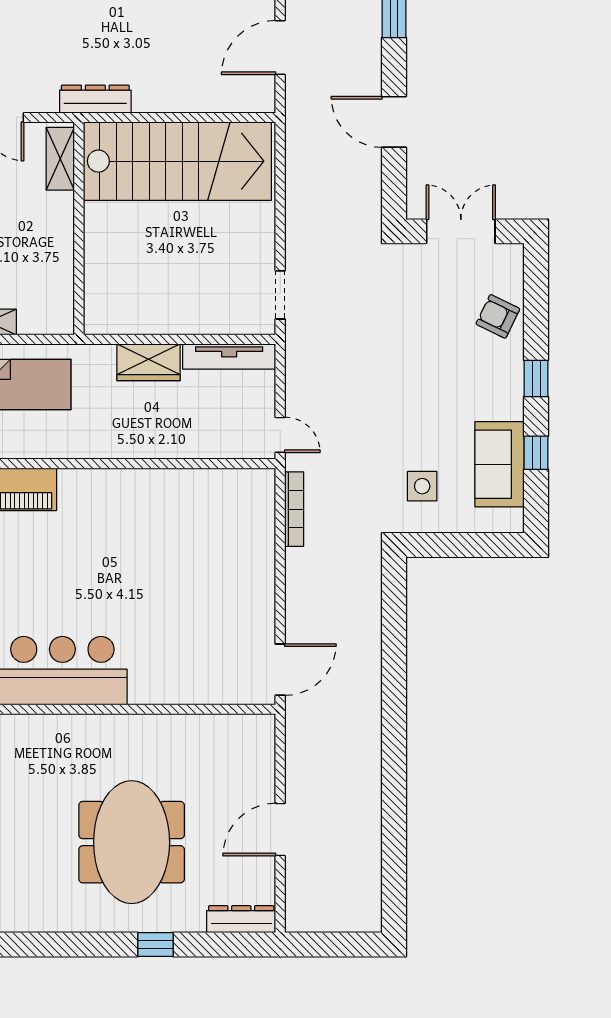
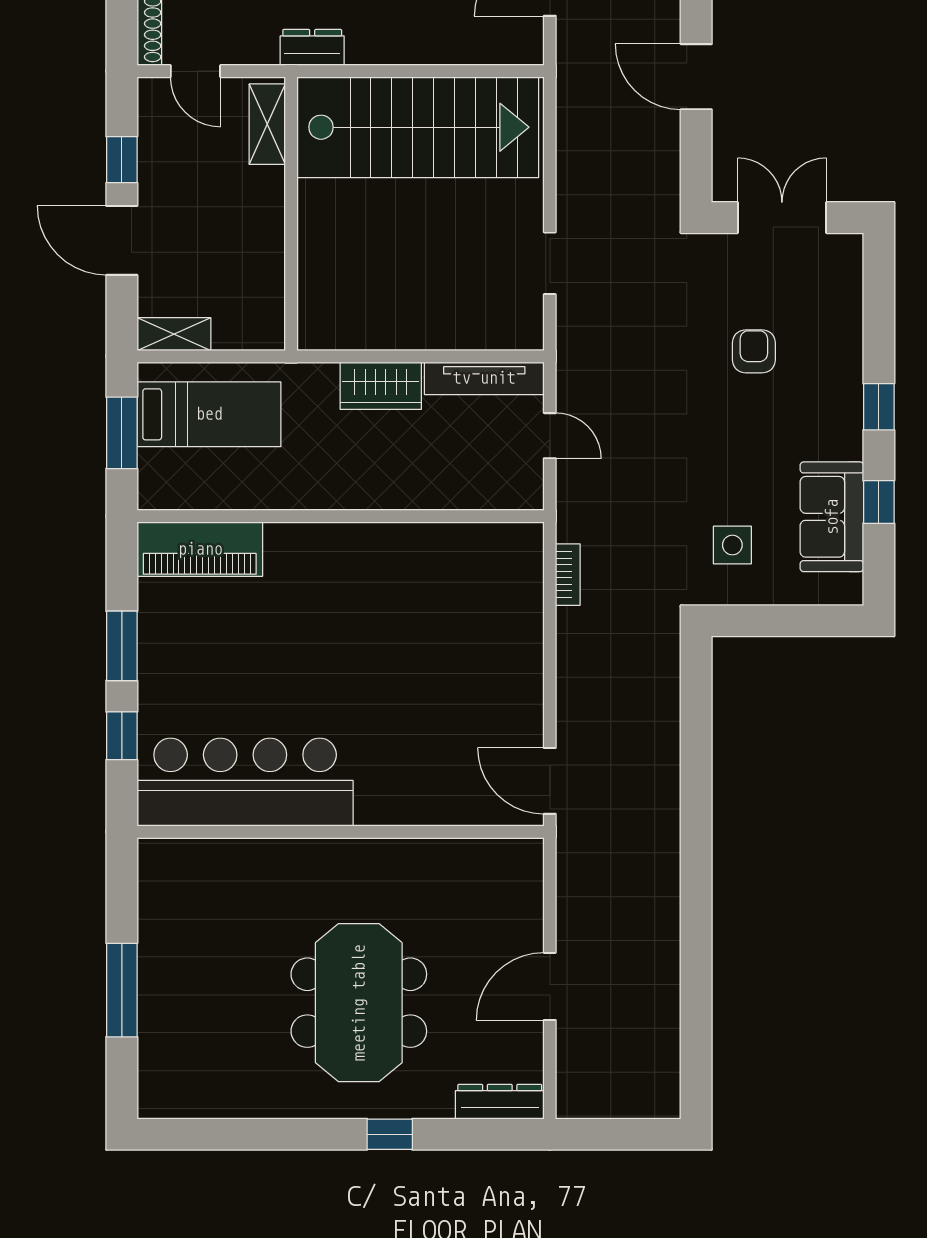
dresser: (95, 99) -> (312, 47), width x0.70
doorway: (280, 295) -> (550, 263), moved
armchair: (498, 316) -> (754, 351), moved, turned 64
door: (280, 435) -> (550, 436), moved
bookcase: (294, 509) -> (568, 575), width x0.64
door: (280, 670) -> (550, 781), swing flipped

